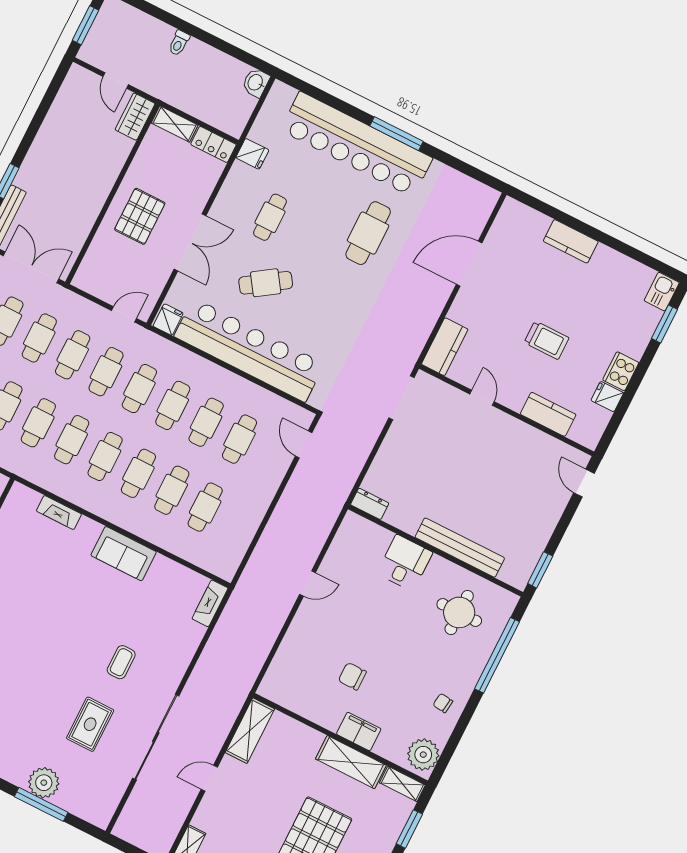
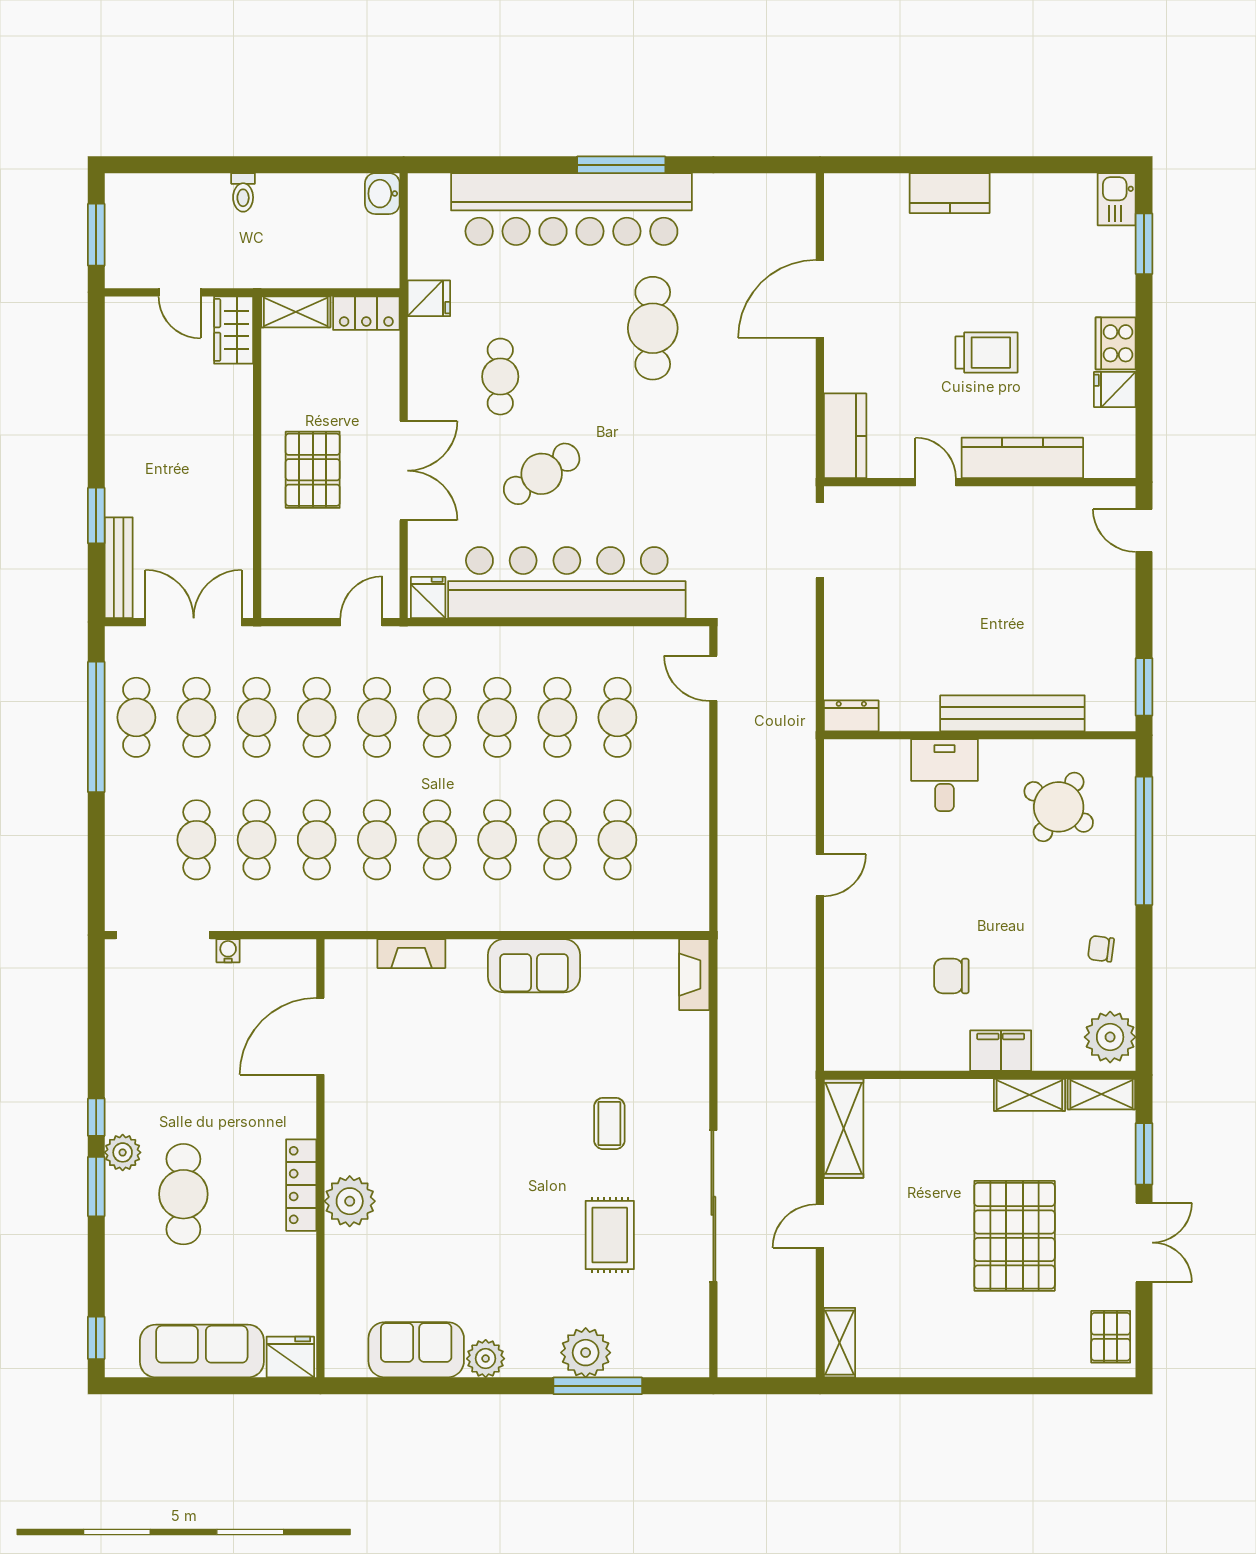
kitchen counter: (548, 414) -> (1022, 458), width x1.50
round table: (459, 612) -> (1059, 807), turned 32
shelving: (351, 762) -> (1029, 1095), width x0.67, depth x0.75

